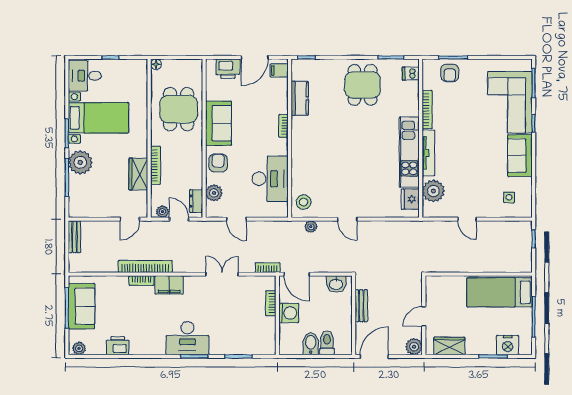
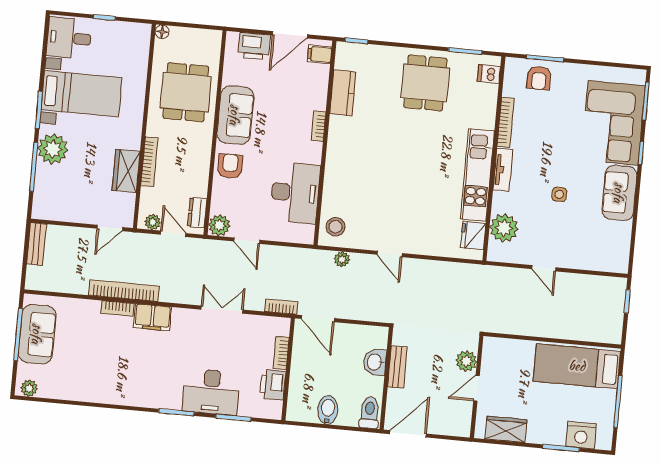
tv unit: (428, 153) -> (503, 170), width x0.71
plant: (214, 193) -> (219, 225), moved
side table: (509, 197) -> (559, 194), moved
washbasin: (336, 284) -> (375, 362), moved, turned 90
washing machine: (289, 313) -> (303, 368), removed
desk: (187, 338) -> (211, 392), moved
toilet: (327, 343) -> (370, 413), moved
printer: (118, 346) -> (273, 385), moved, turned -90
plant: (414, 347) -> (466, 361), moved

